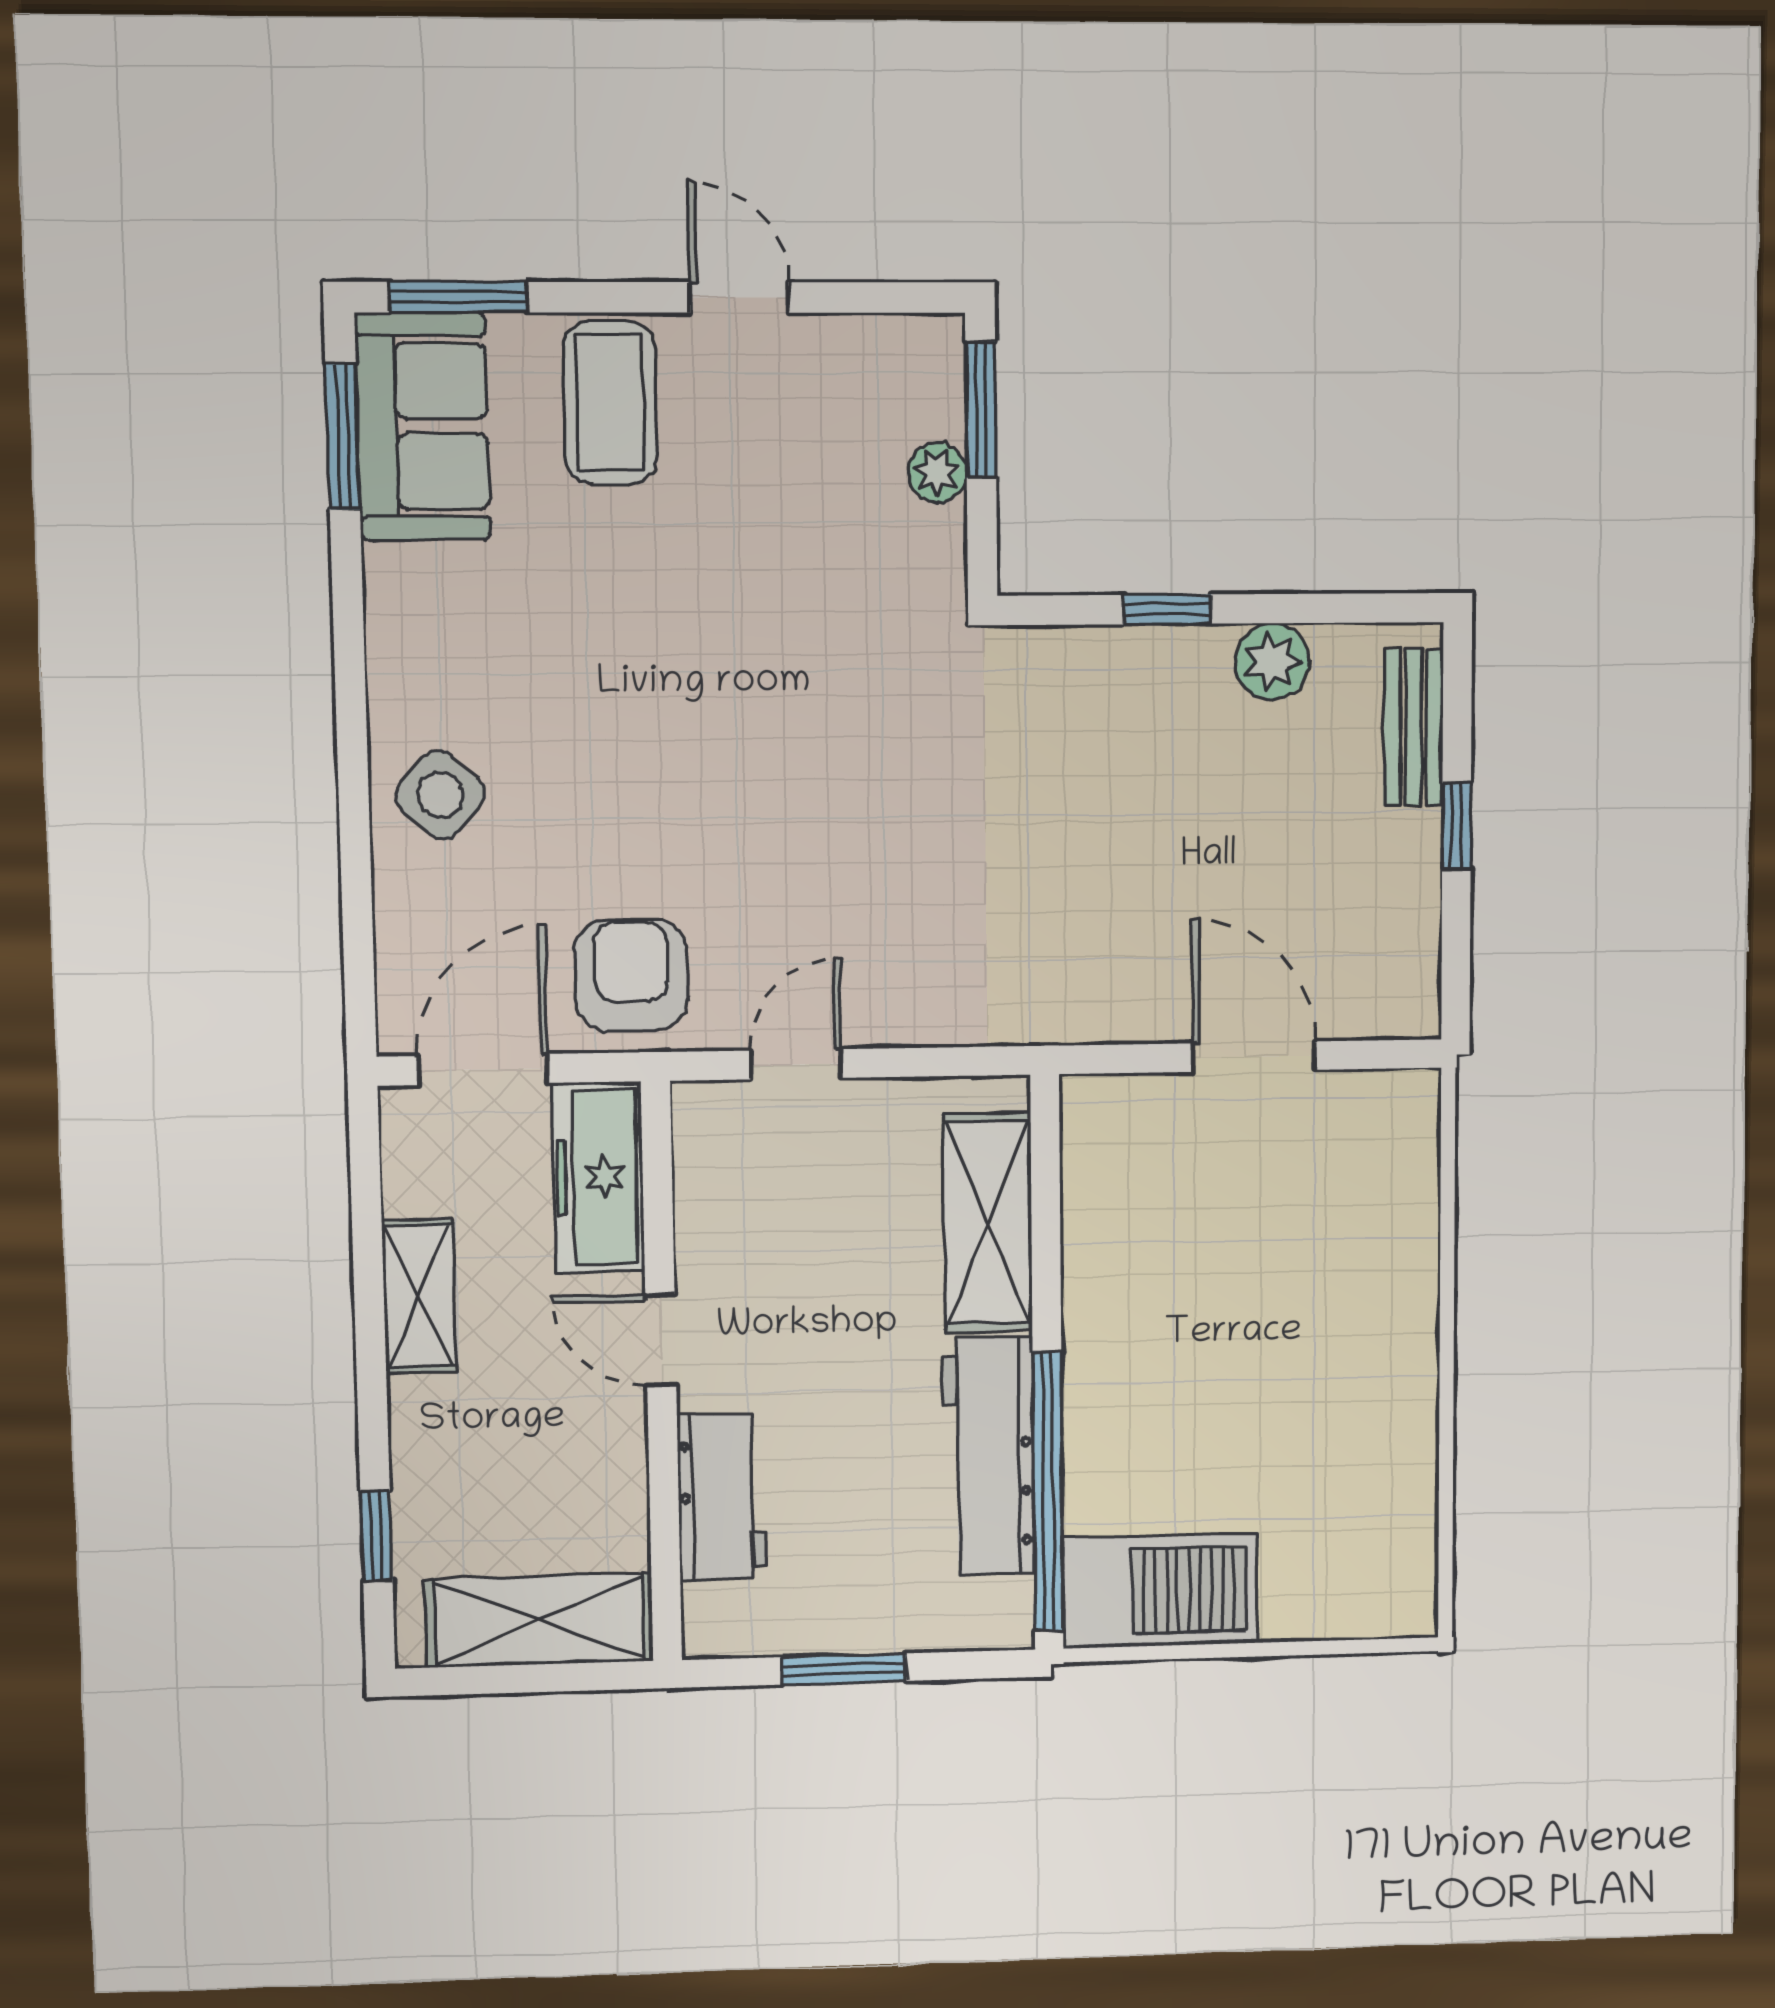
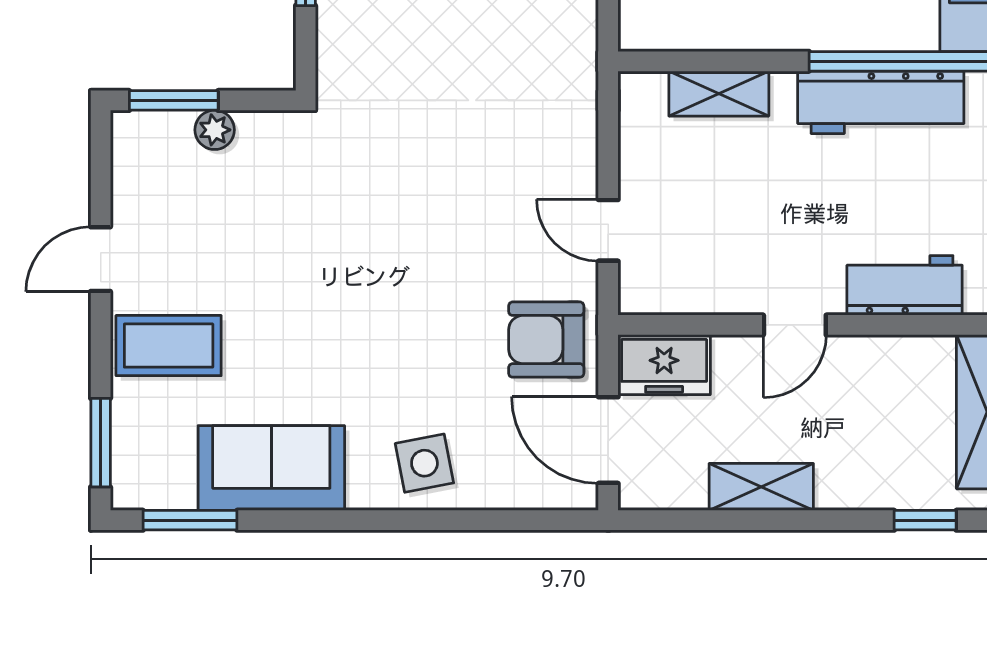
sofa: (423, 426) -> (271, 468), moved
side table: (440, 795) -> (424, 463), turned 37
freezer: (598, 1177) -> (664, 365), width x0.71
shelving: (988, 1223) -> (719, 94), width x0.67, depth x0.75

